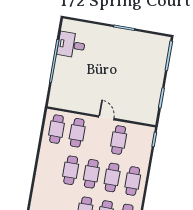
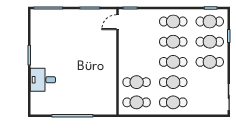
desk: (71, 45) -> (43, 80), moved, turned 90
door: (106, 118) -> (118, 22), moved
cafe table: (119, 140) -> (173, 102), moved

